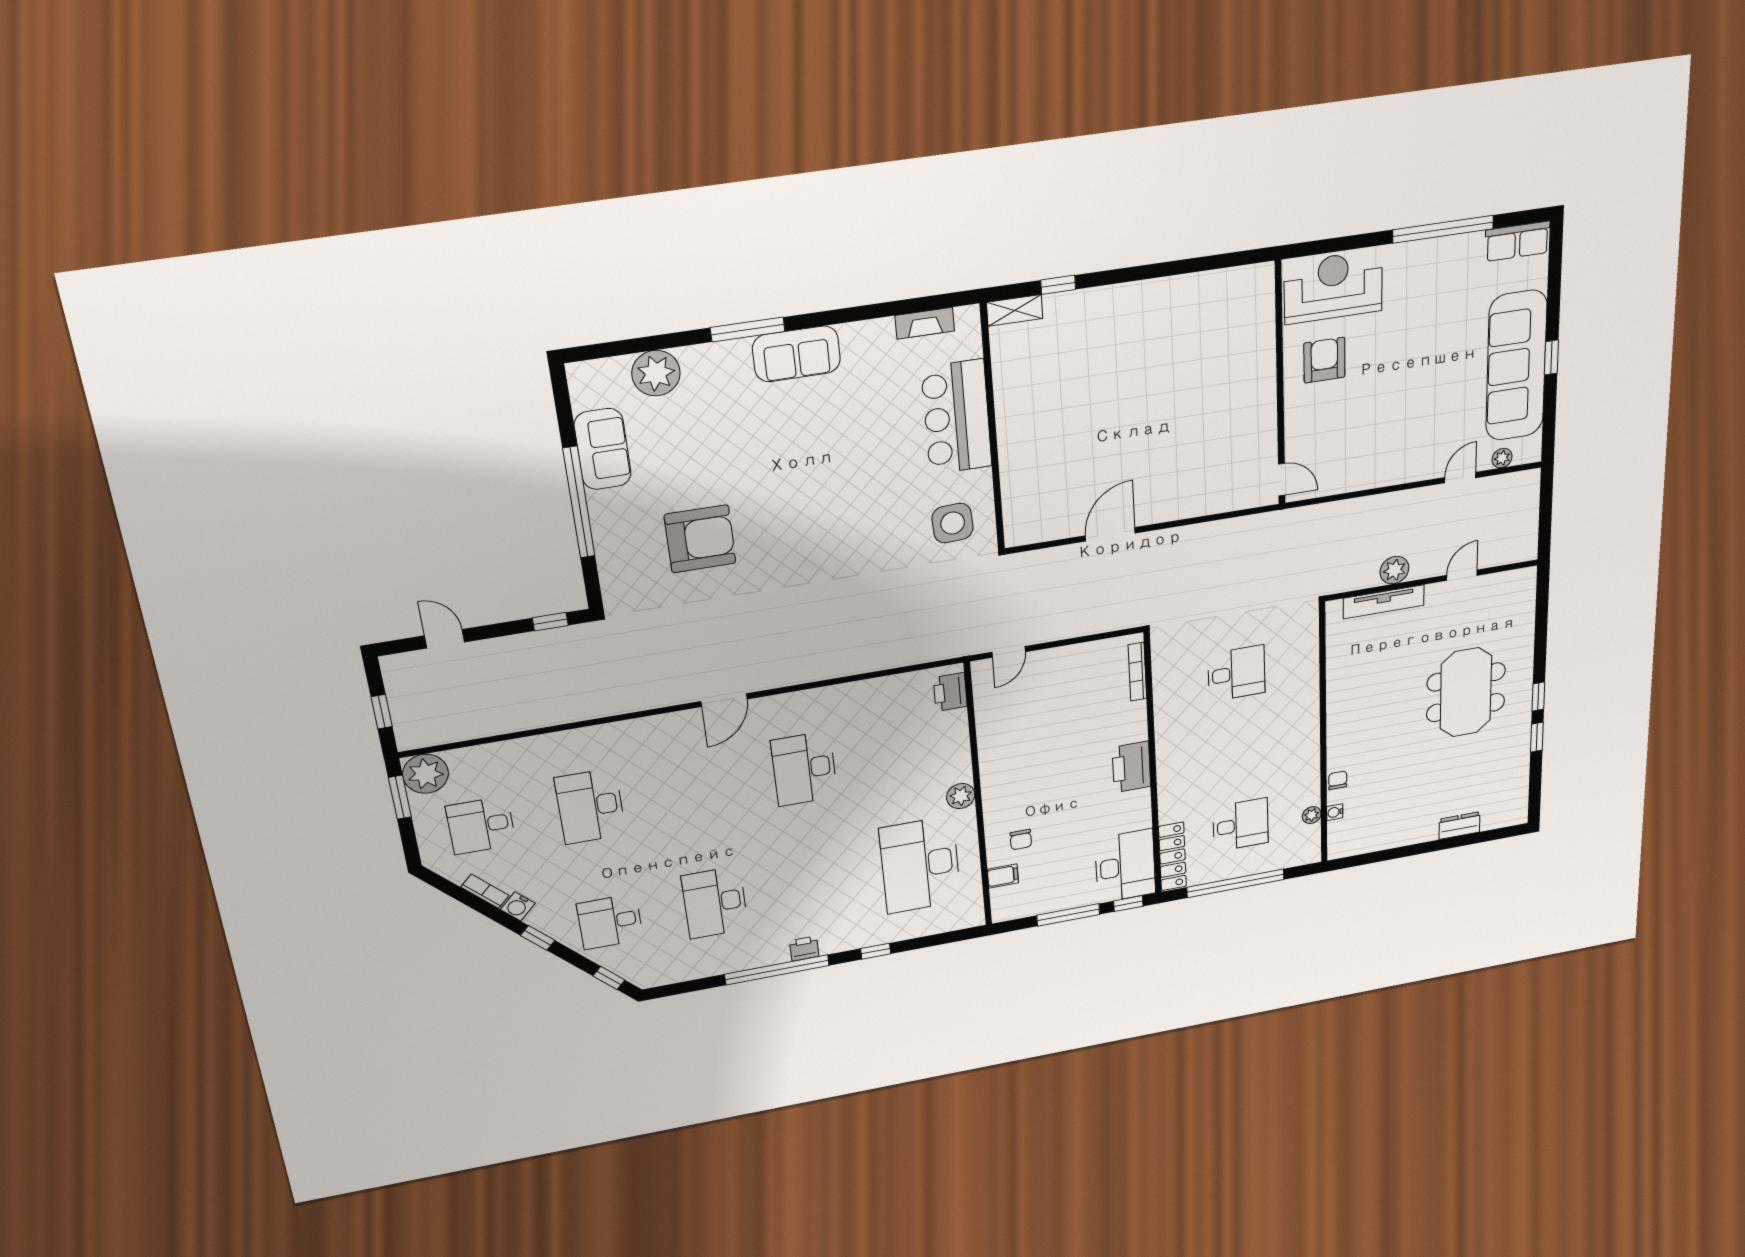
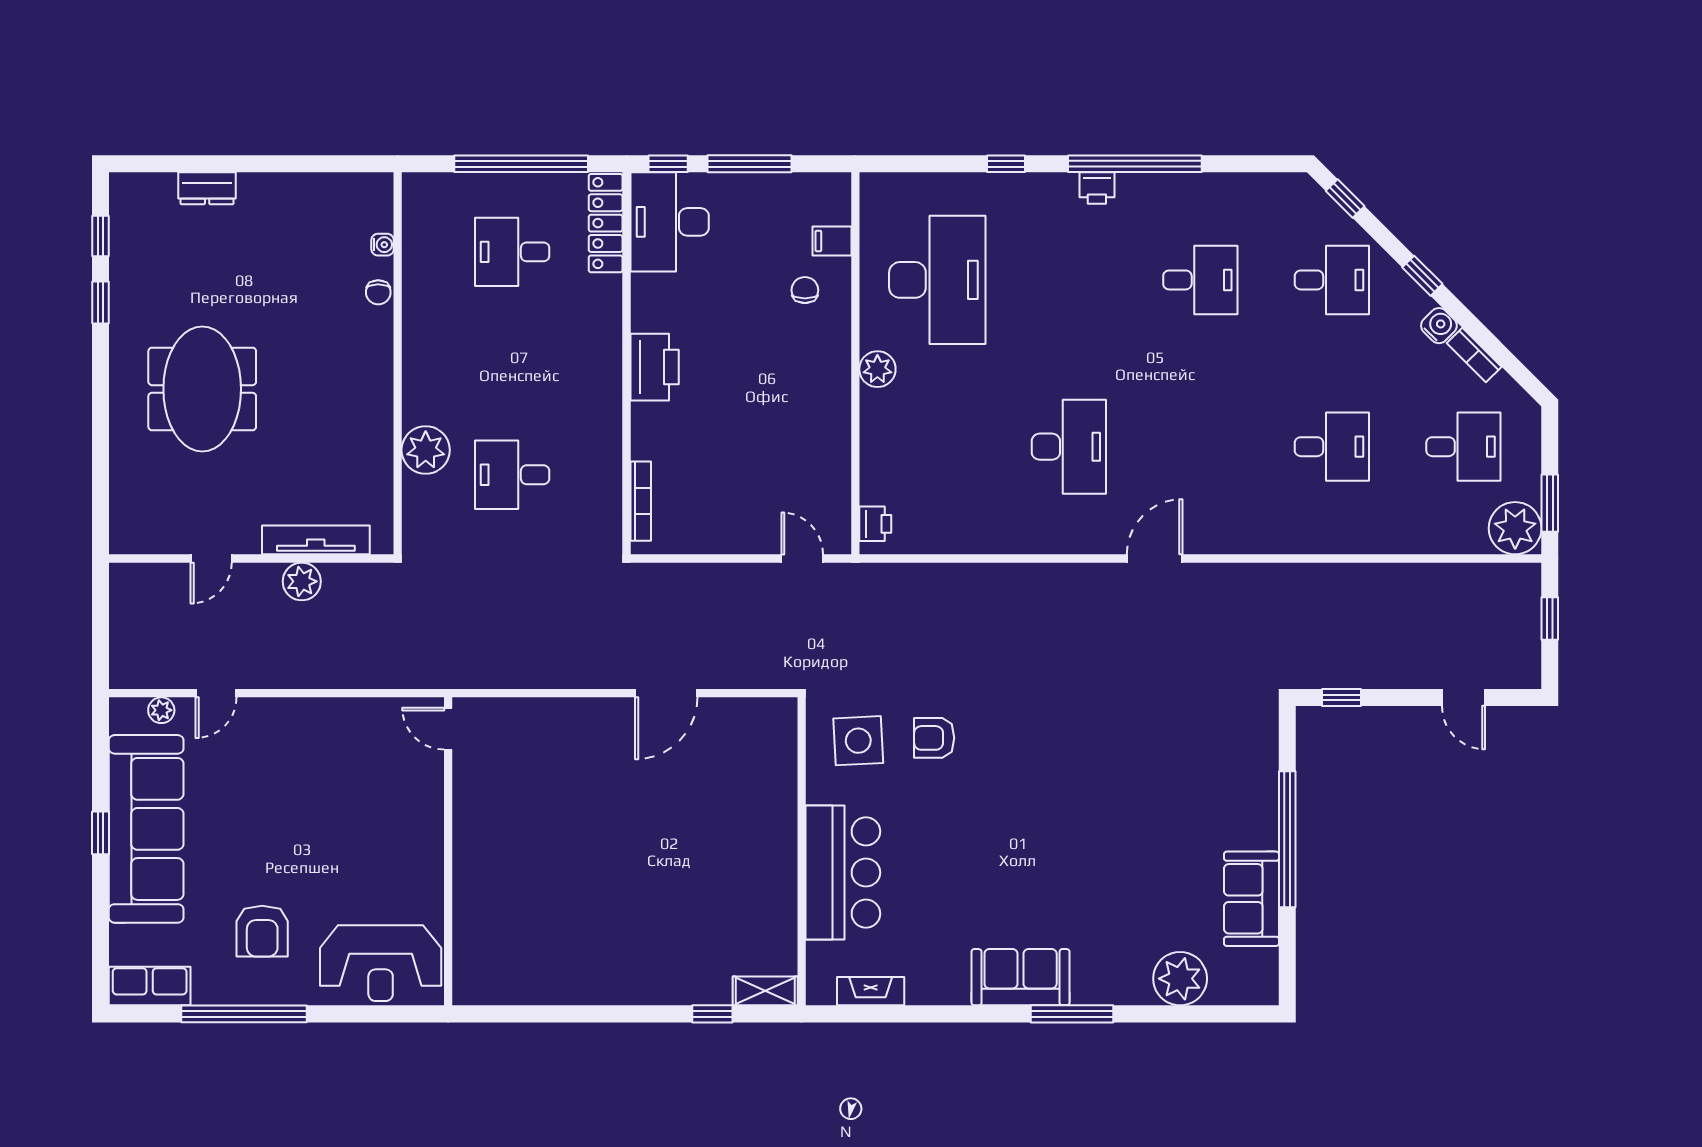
armchair: (1324, 360) -> (262, 931), moved
armchair: (700, 539) -> (934, 738), moved, width x0.53, depth x0.53
door: (1009, 652) -> (802, 559), hinge flipped
printer: (950, 692) -> (875, 524), width x0.73, depth x0.81
window: (1538, 697) -> (100, 236), moved
desk: (590, 806) -> (1332, 447), width x0.73
plant: (1312, 815) -> (426, 450), moved, width x1.87, depth x1.87
desk: (715, 902) -> (1200, 280), width x0.73

